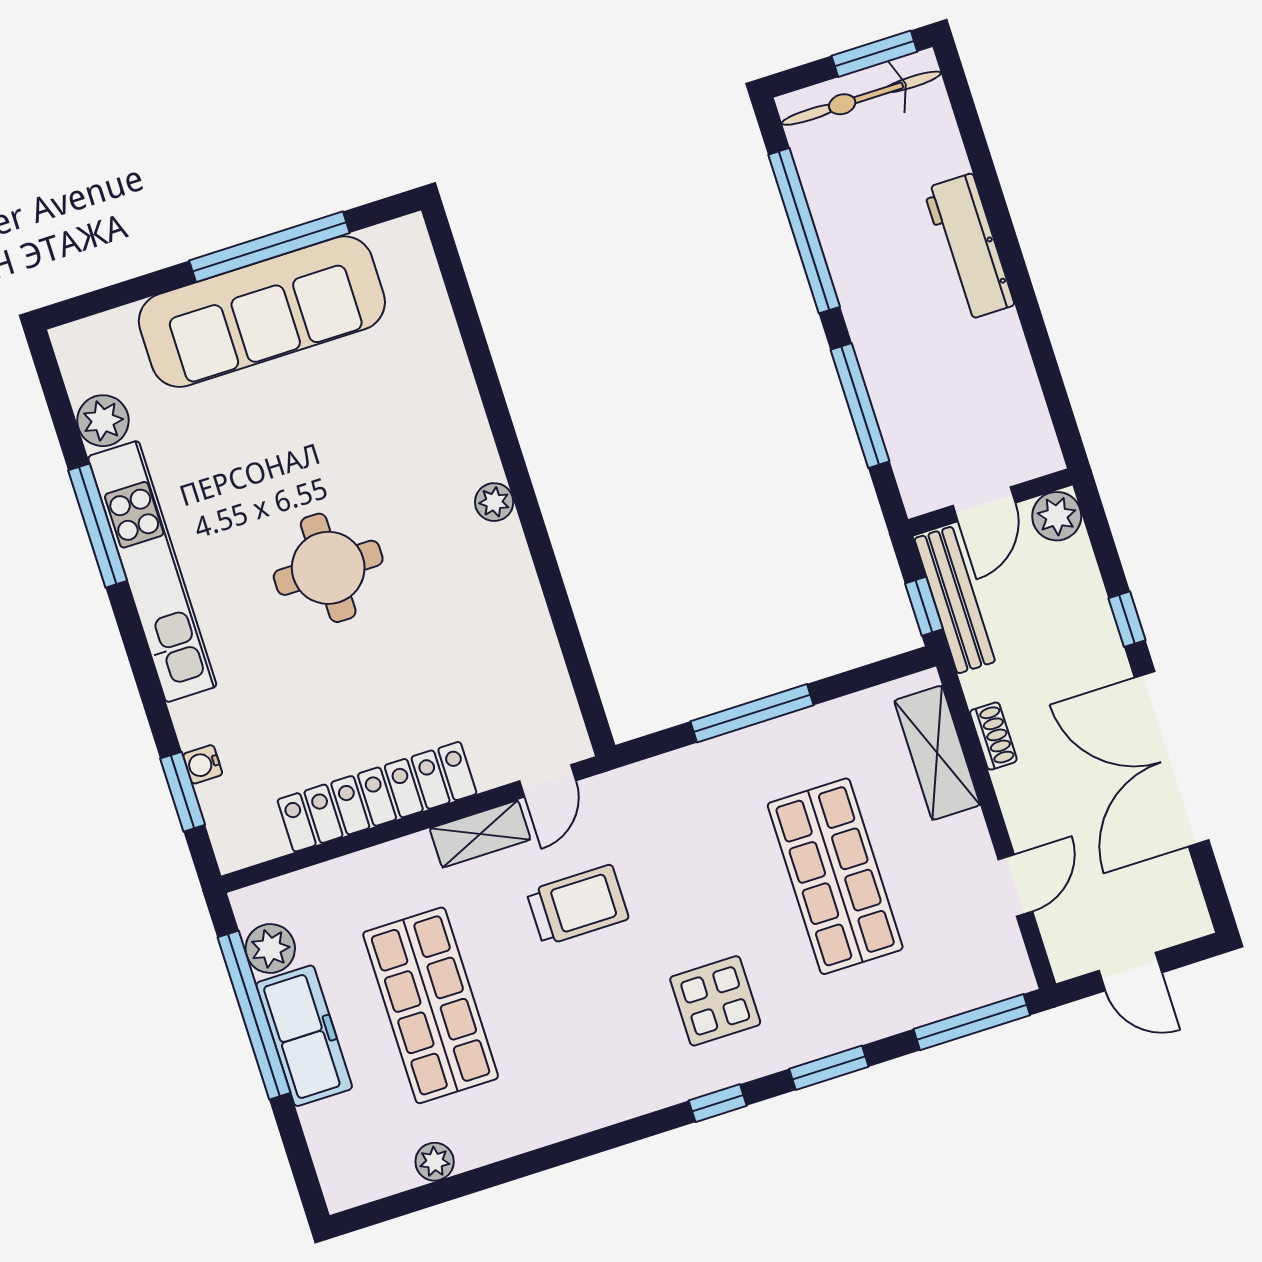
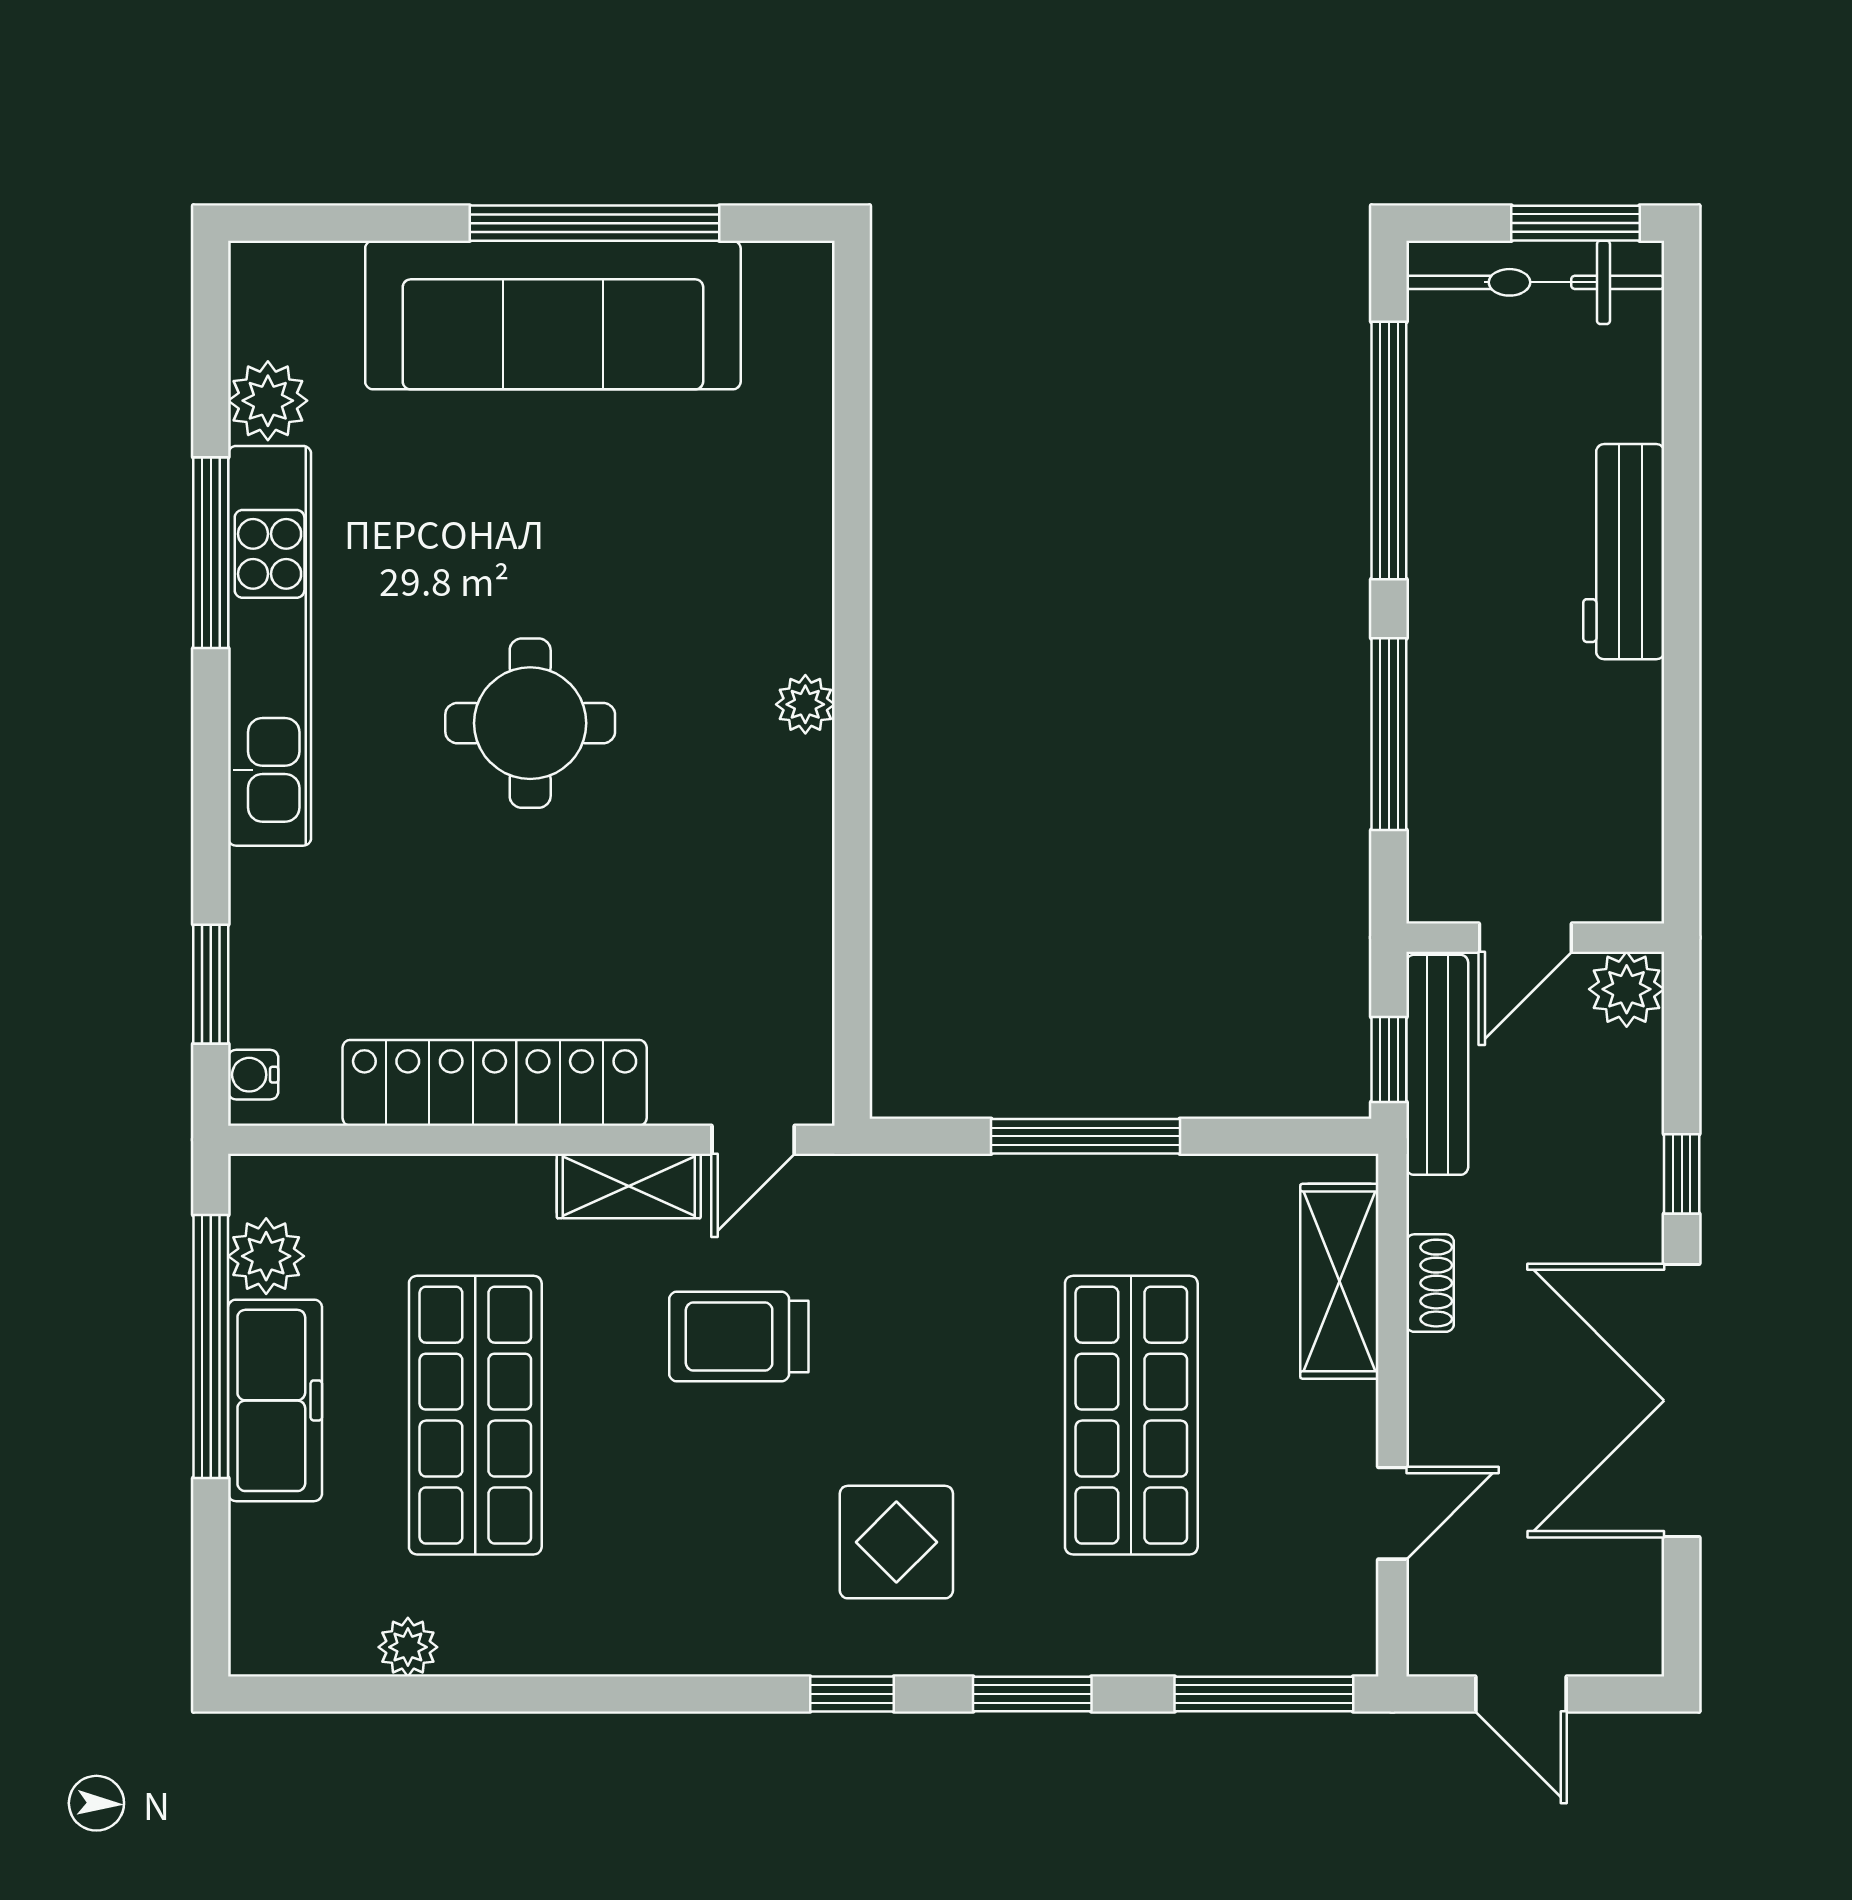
water cooler: (203, 764) -> (253, 1075), moved
trolley: (578, 905) -> (739, 1336), turned 180

